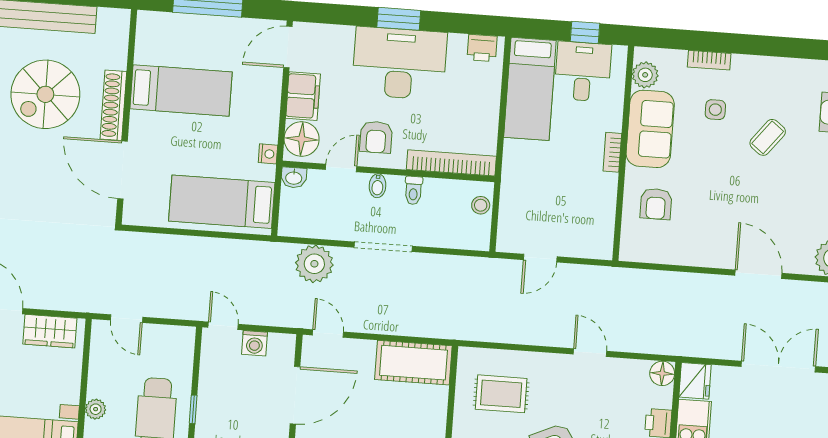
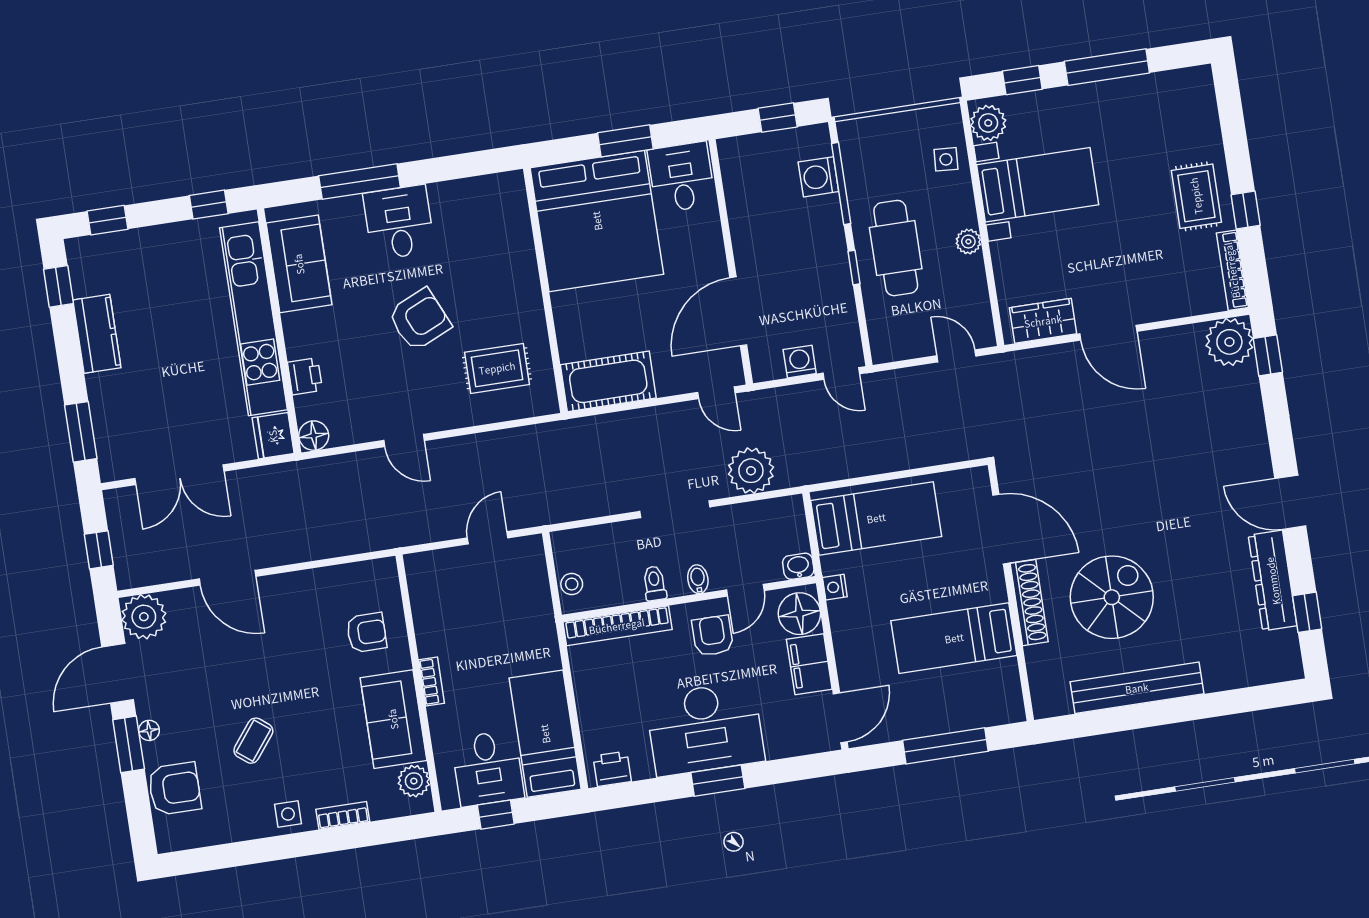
side table: (715, 110) -> (288, 814), moved
armchair: (656, 204) -> (367, 633), turned 90

